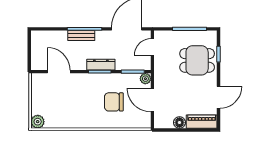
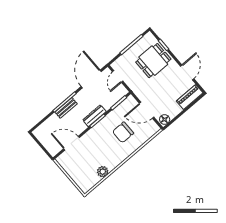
plant: (145, 79) -> (130, 100), removed
plant: (38, 122) -> (103, 172), moved
floor lamp: (179, 123) -> (165, 119), moved

